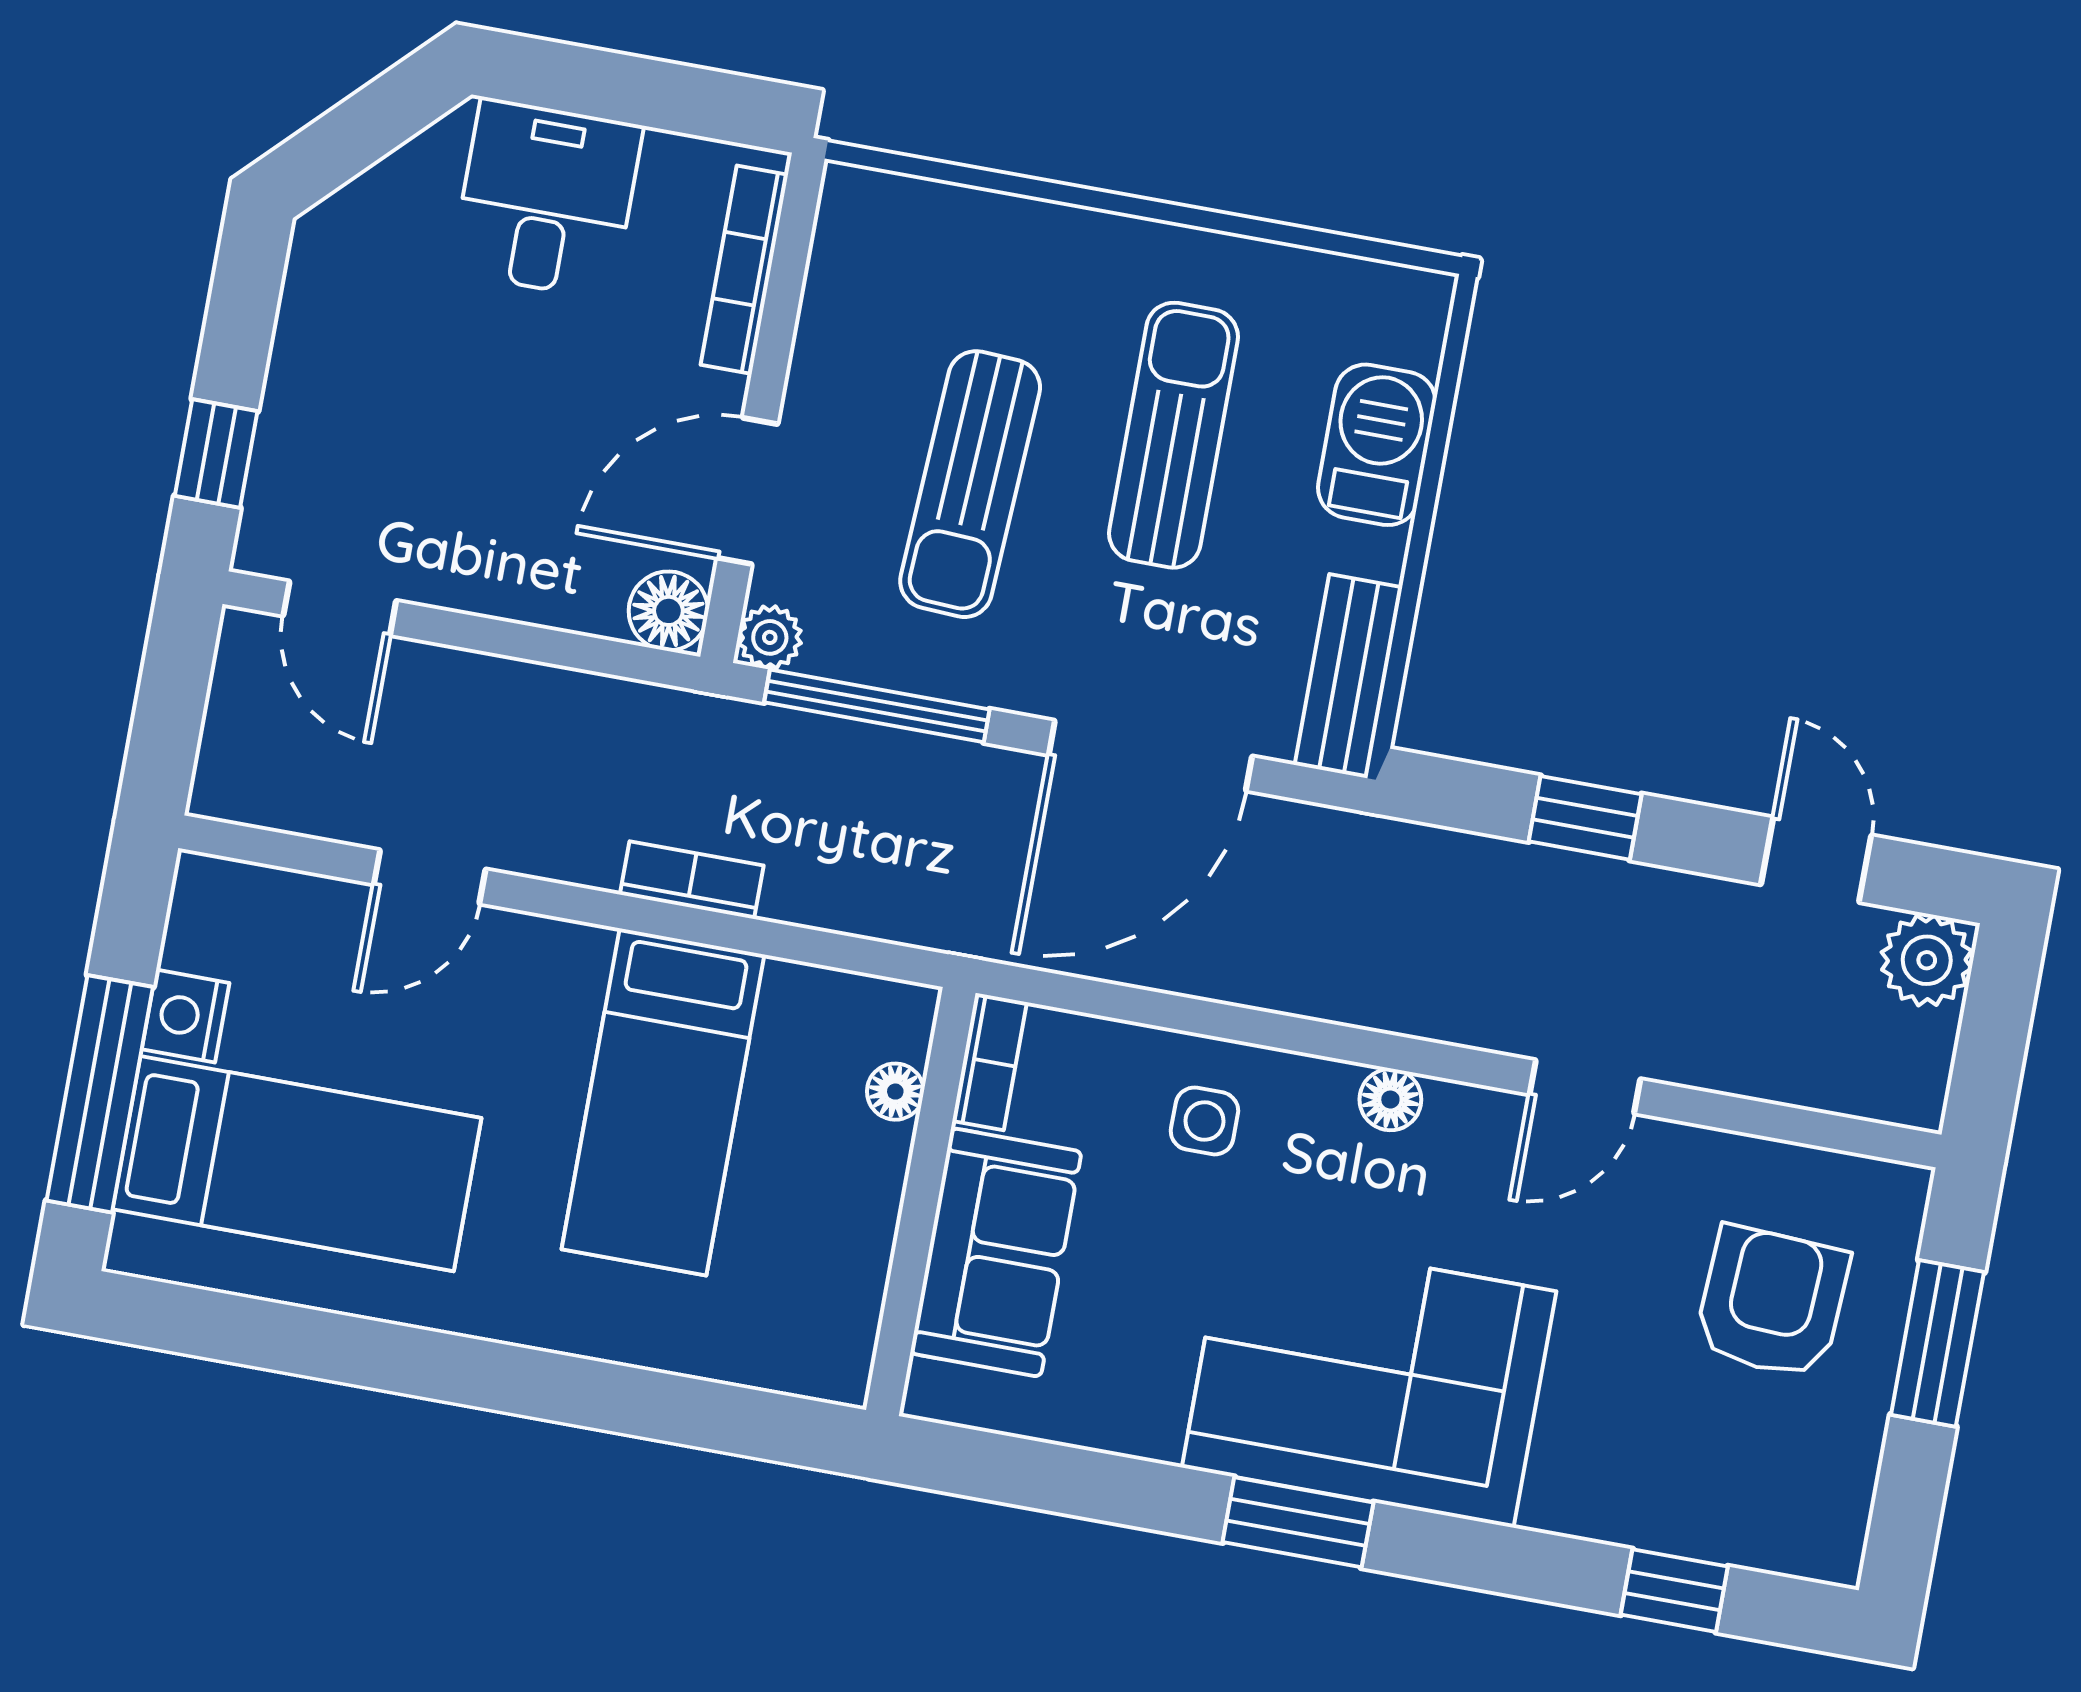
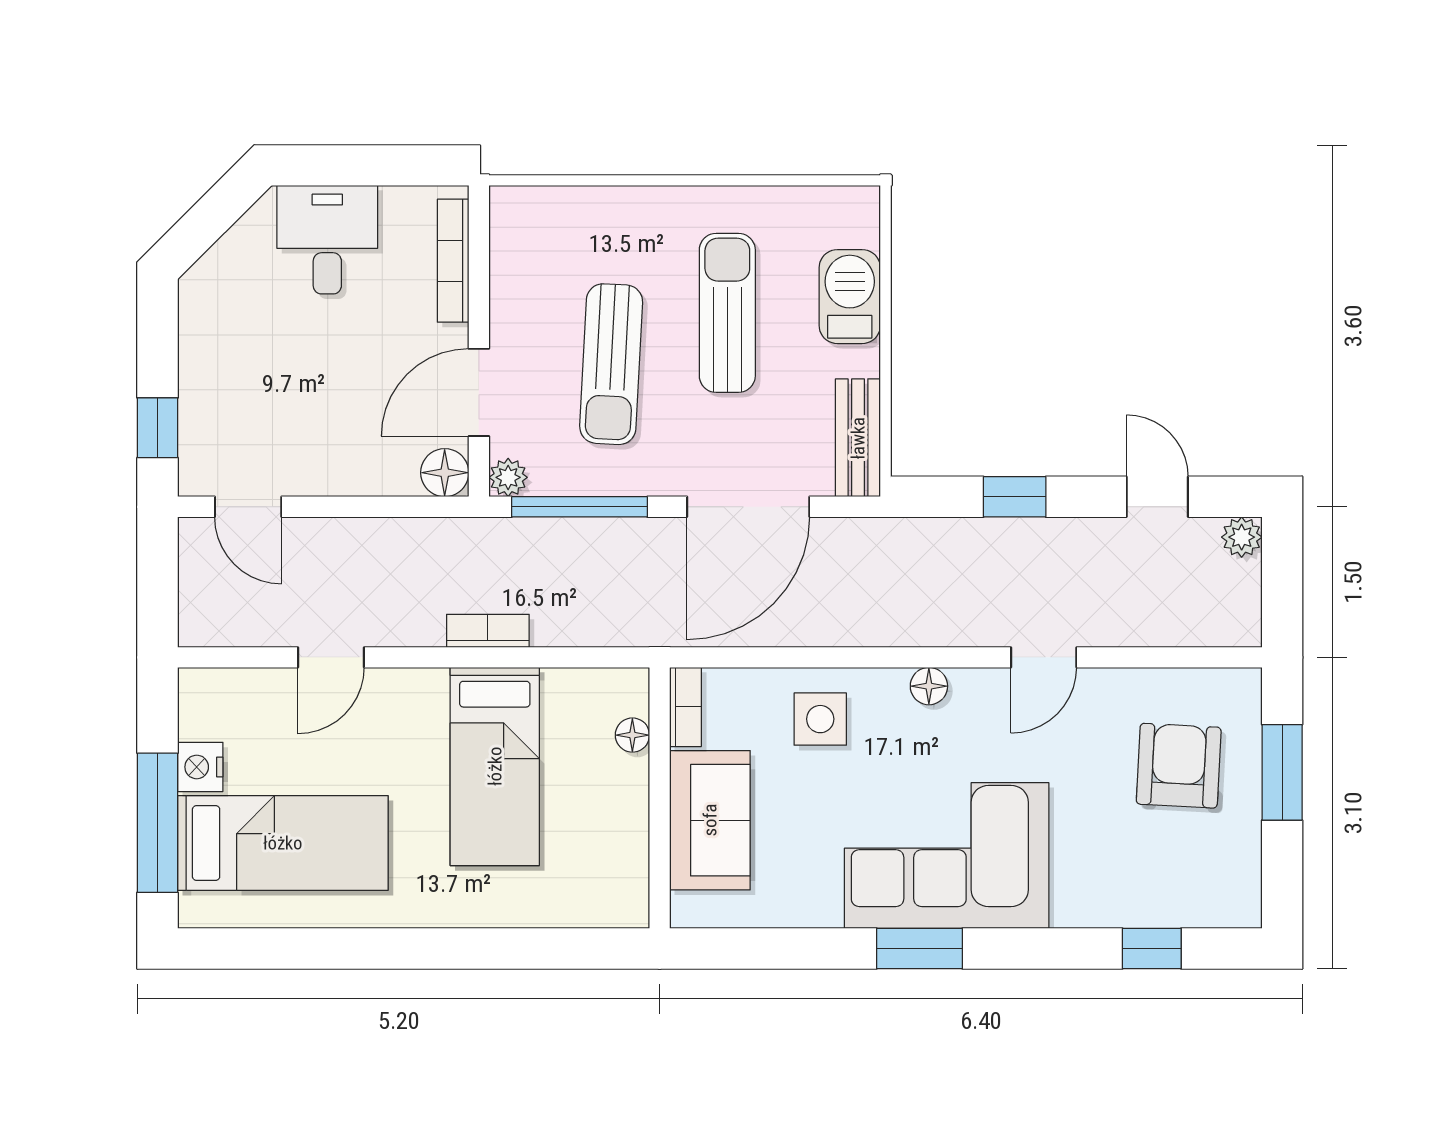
plant: (1927, 960) -> (1242, 537), width x0.73, depth x0.73
side table: (1204, 1121) -> (820, 719), width x1.37, depth x1.37

